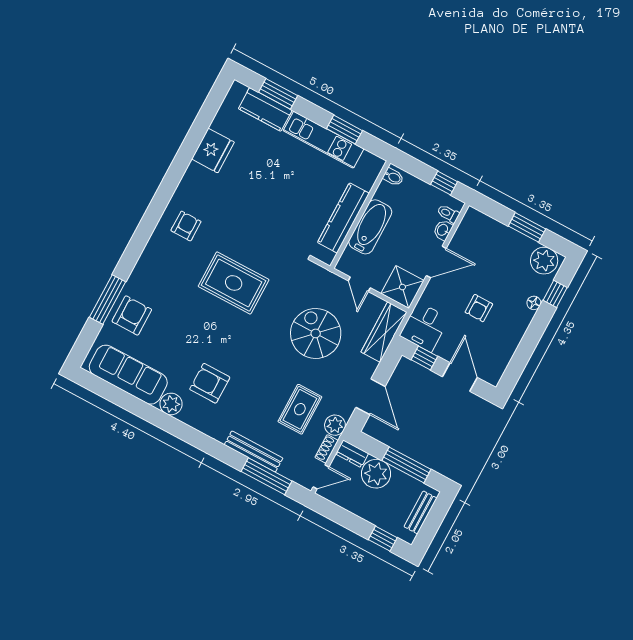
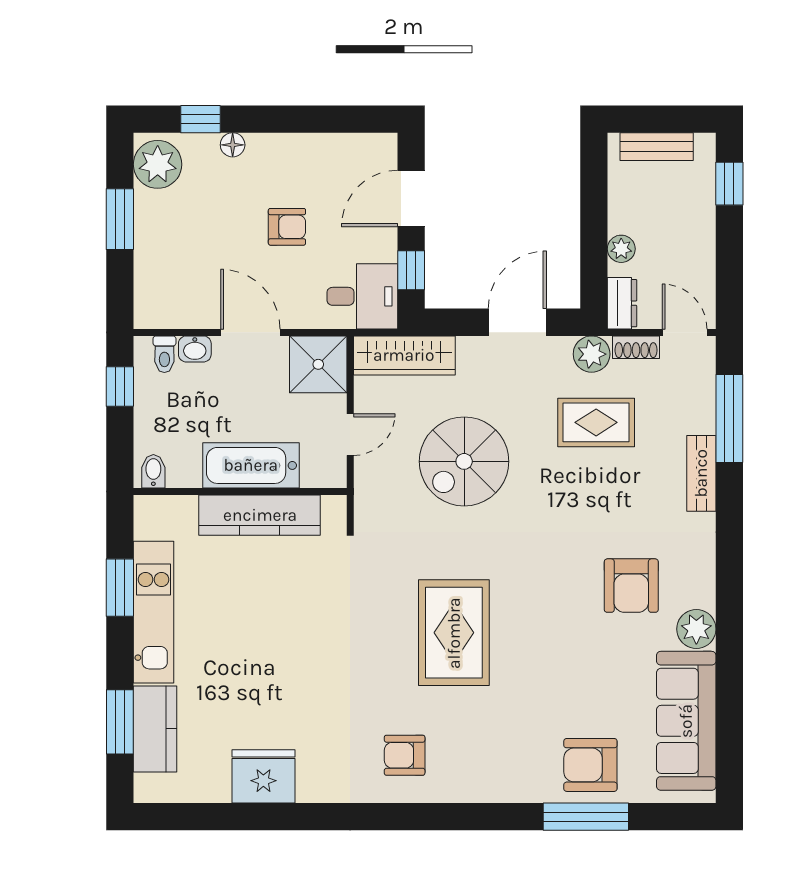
bench: (254, 451) -> (701, 473), width x0.73
window: (406, 465) -> (594, 208), removed
plant: (376, 474) -> (621, 249), width x0.53, depth x0.53

